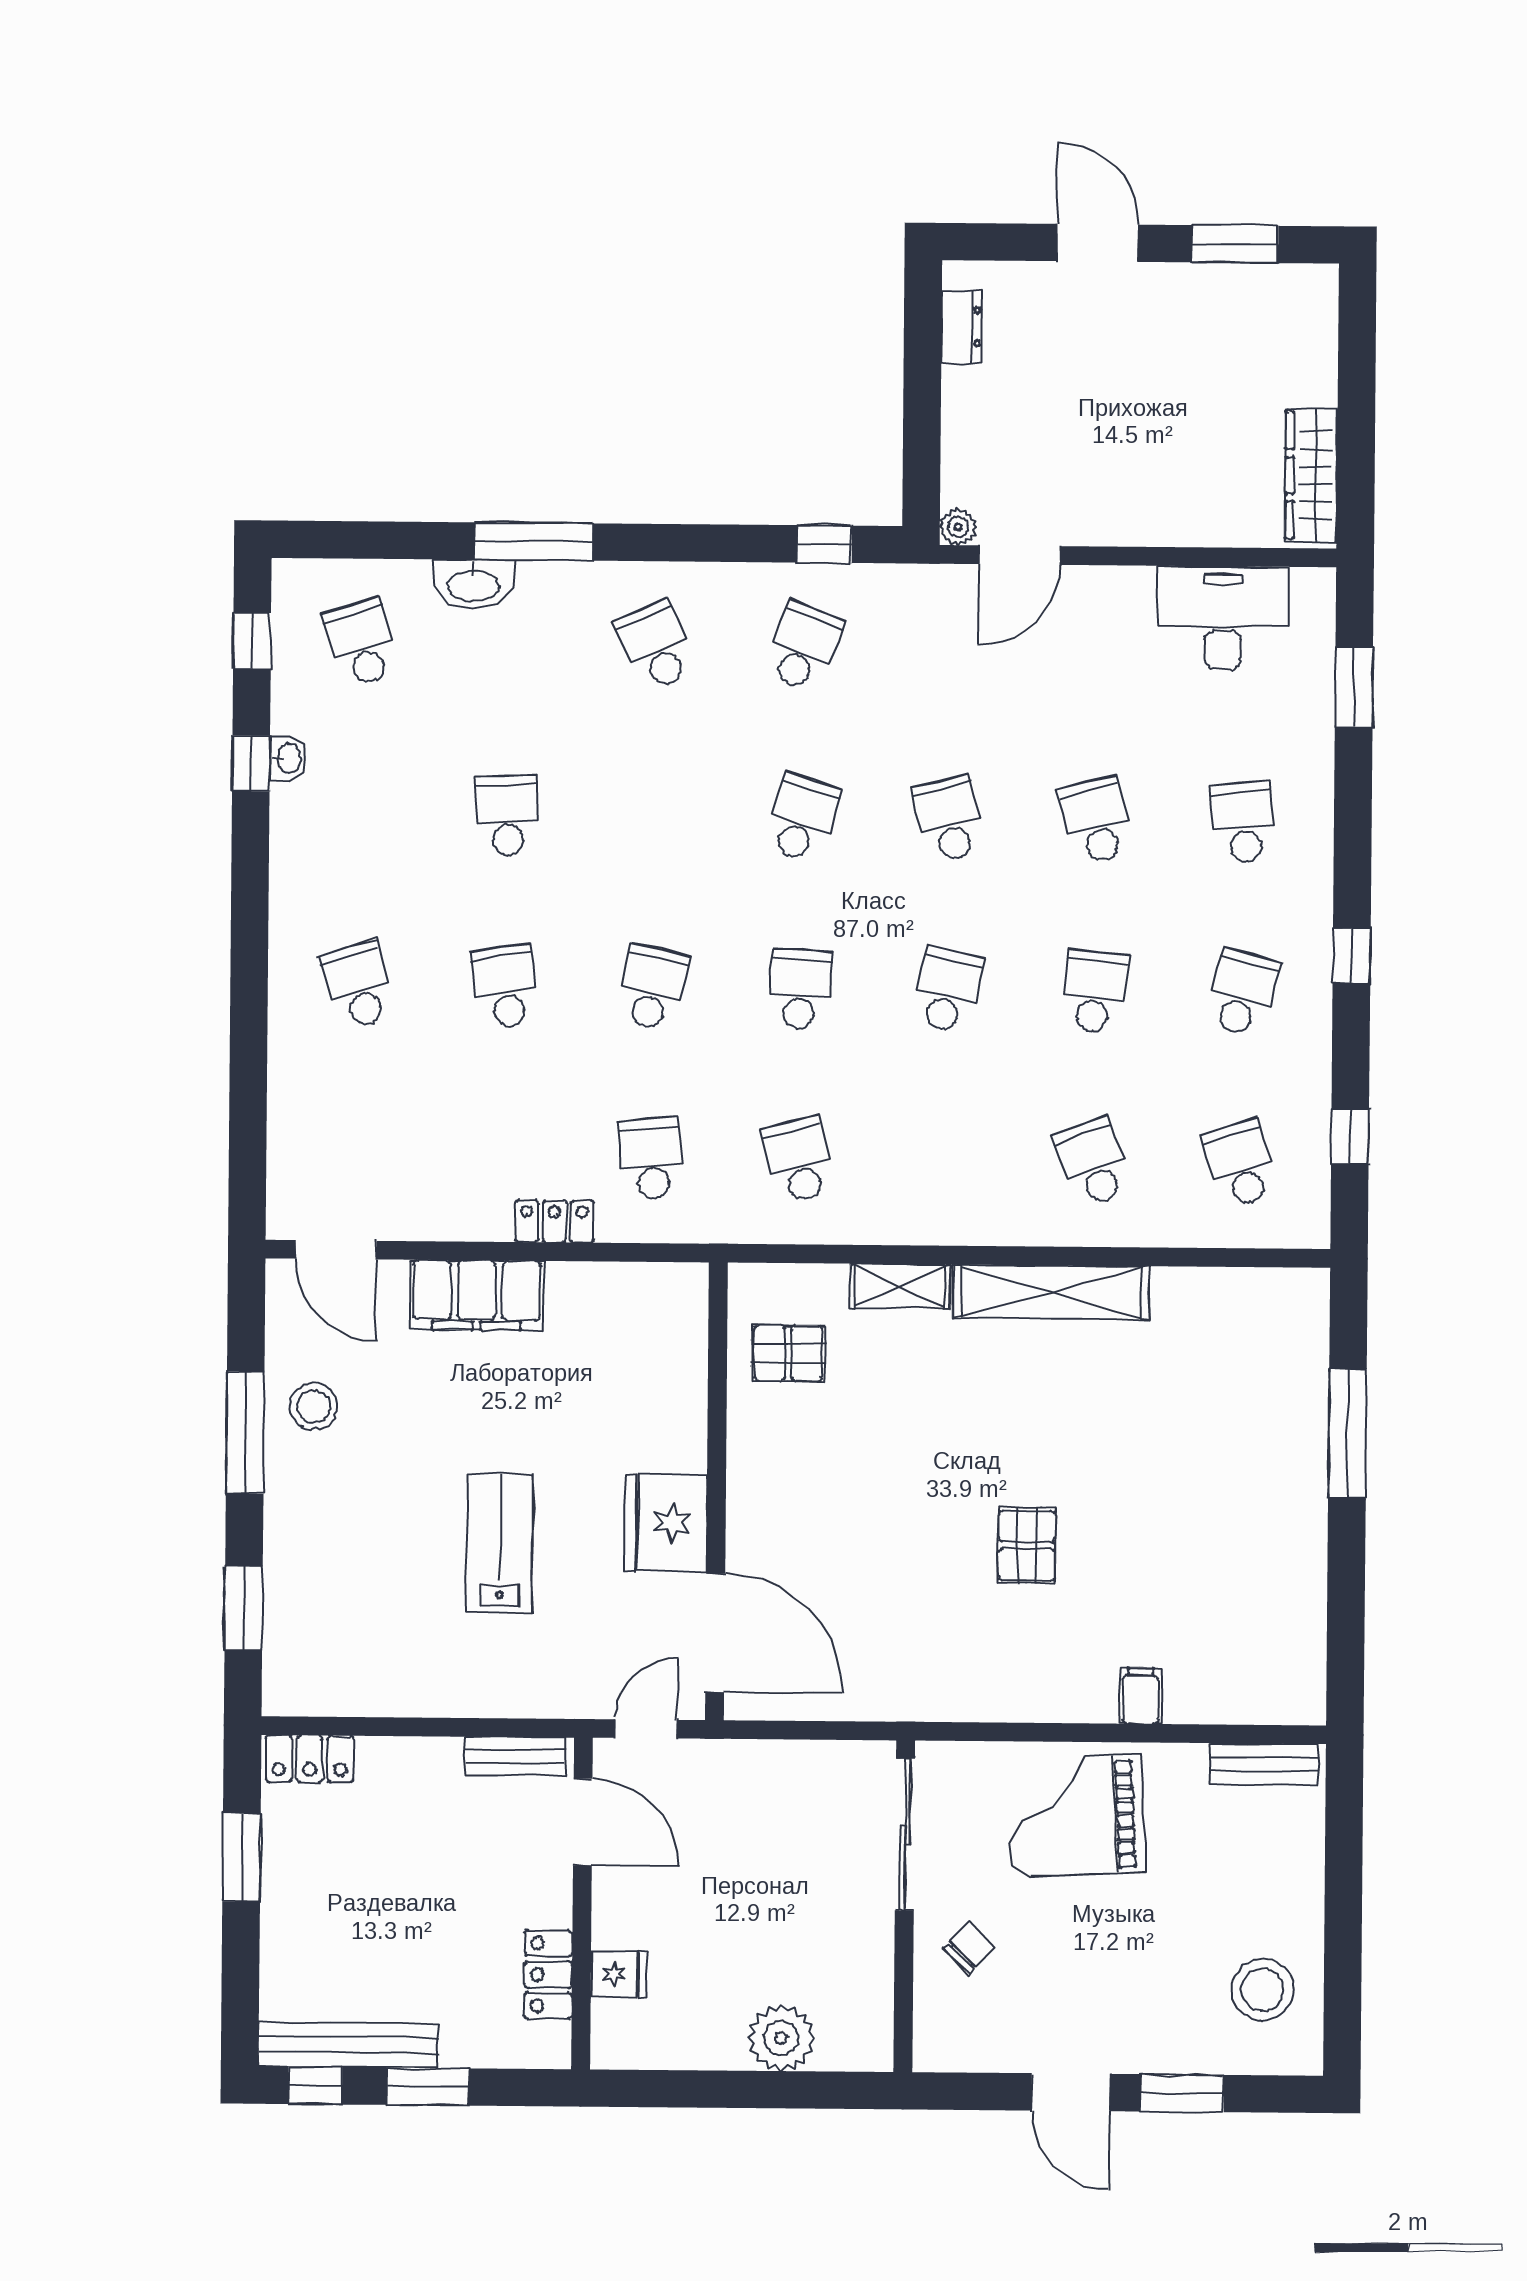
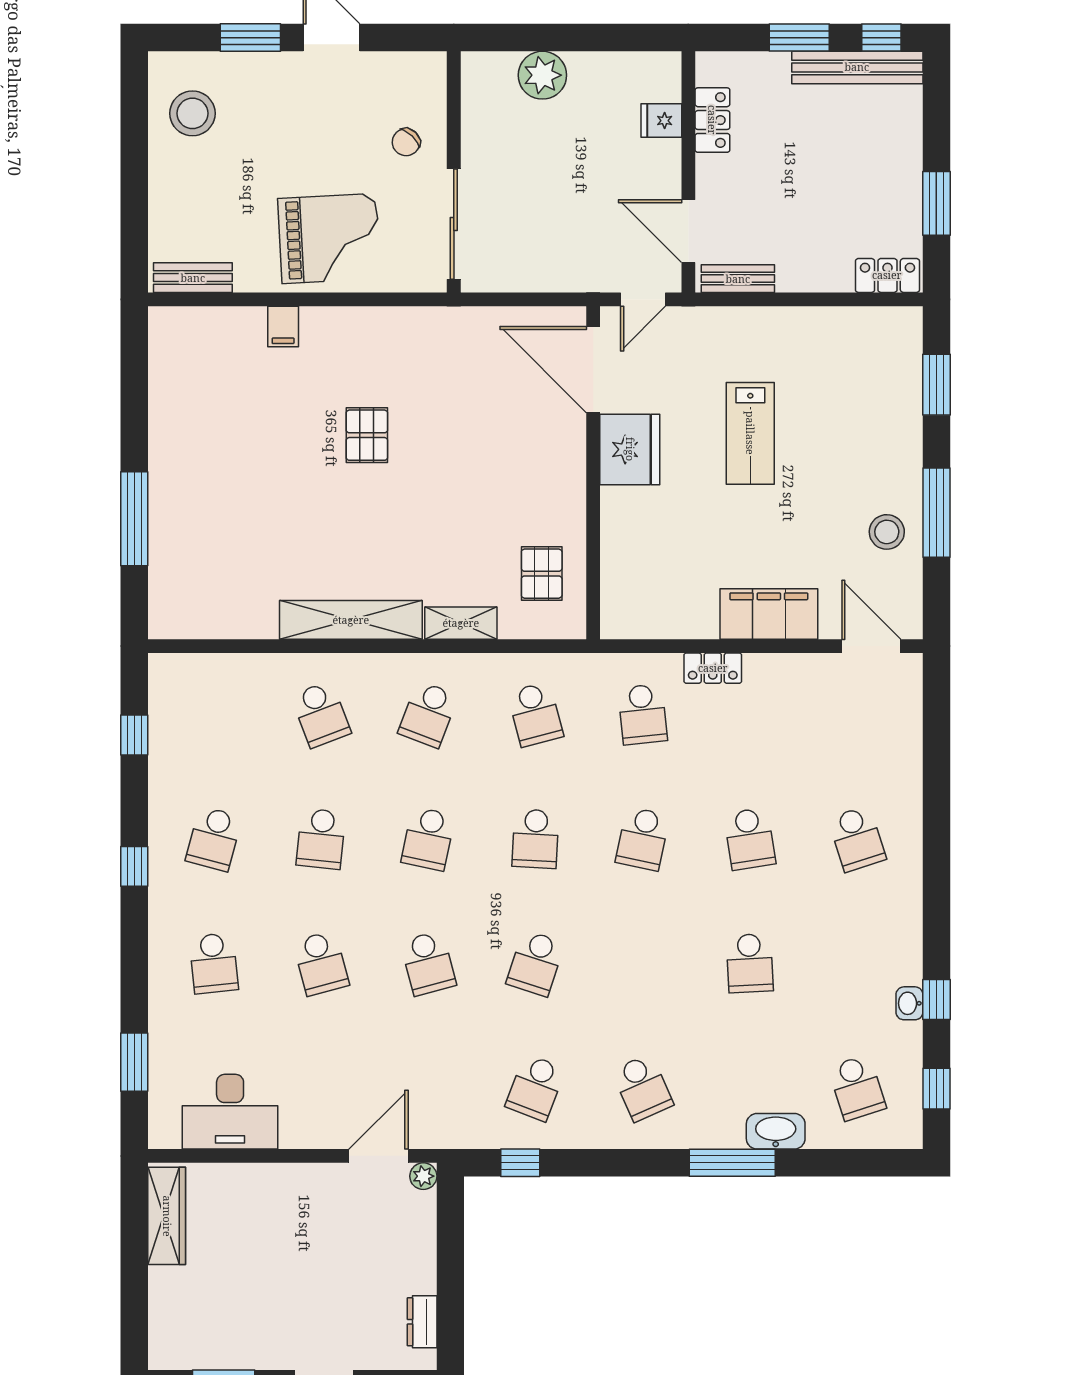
school desk: (1241, 1164) -> (428, 714), moved, turned 39
pallet: (788, 1353) -> (542, 574), turned 90

